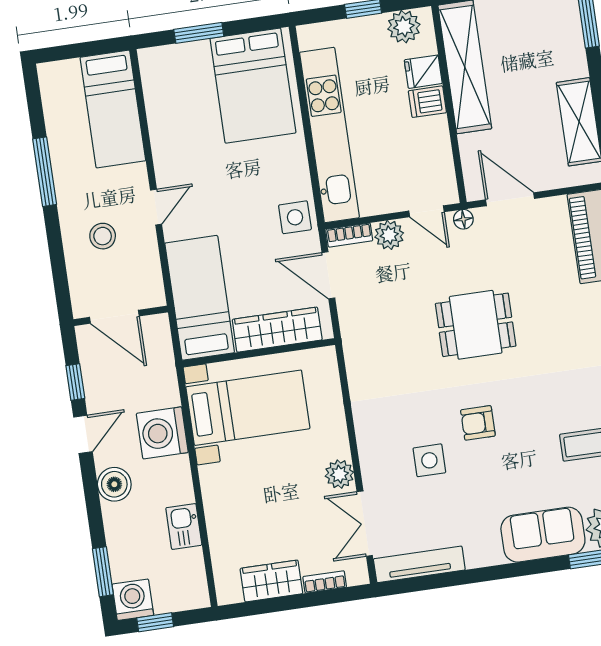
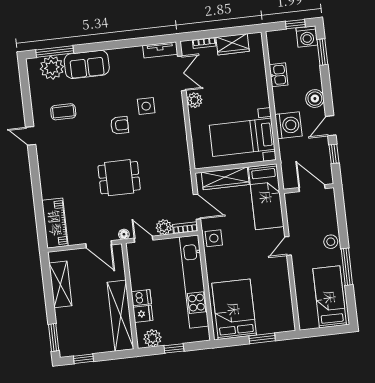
bed: (113, 109) -> (330, 297), moved
stool: (103, 236) -> (331, 242), moved
tv unit: (419, 564) -> (160, 50), width x0.71

